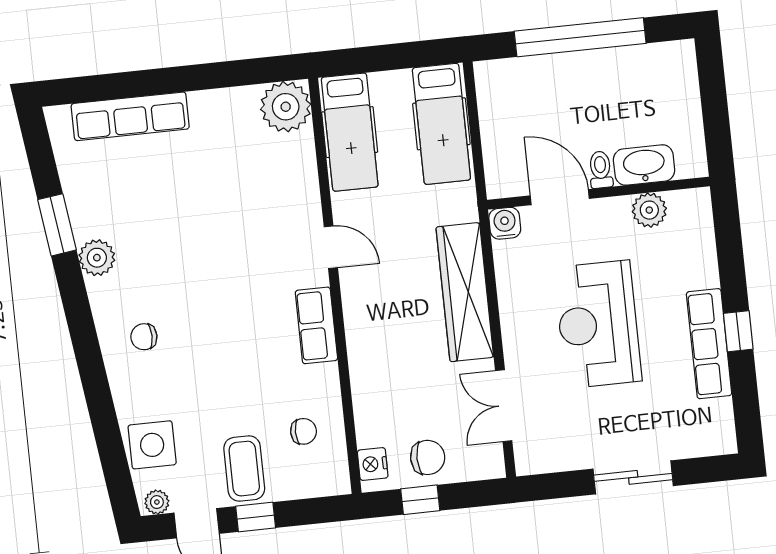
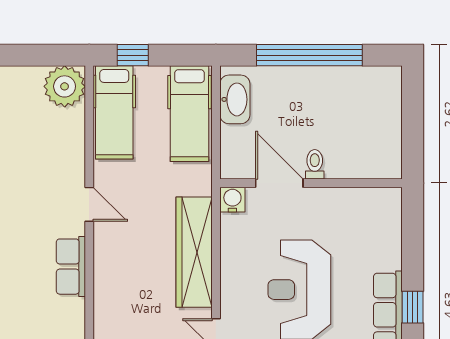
window: (365, 60) -> (133, 55), added
washbasin: (644, 165) -> (235, 99), moved, turned 90
plant: (649, 210) -> (351, 201), removed

